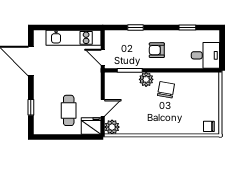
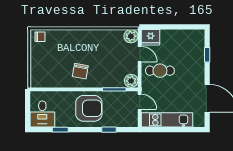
armchair: (157, 50) -> (89, 108), width x1.88, depth x1.88
desk: (205, 55) -> (42, 114), moved, turned -90
plant: (146, 79) -> (131, 81), moved
door: (103, 108) -> (140, 54), swing flipped
cafe table: (69, 110) -> (160, 71), moved, turned 90

